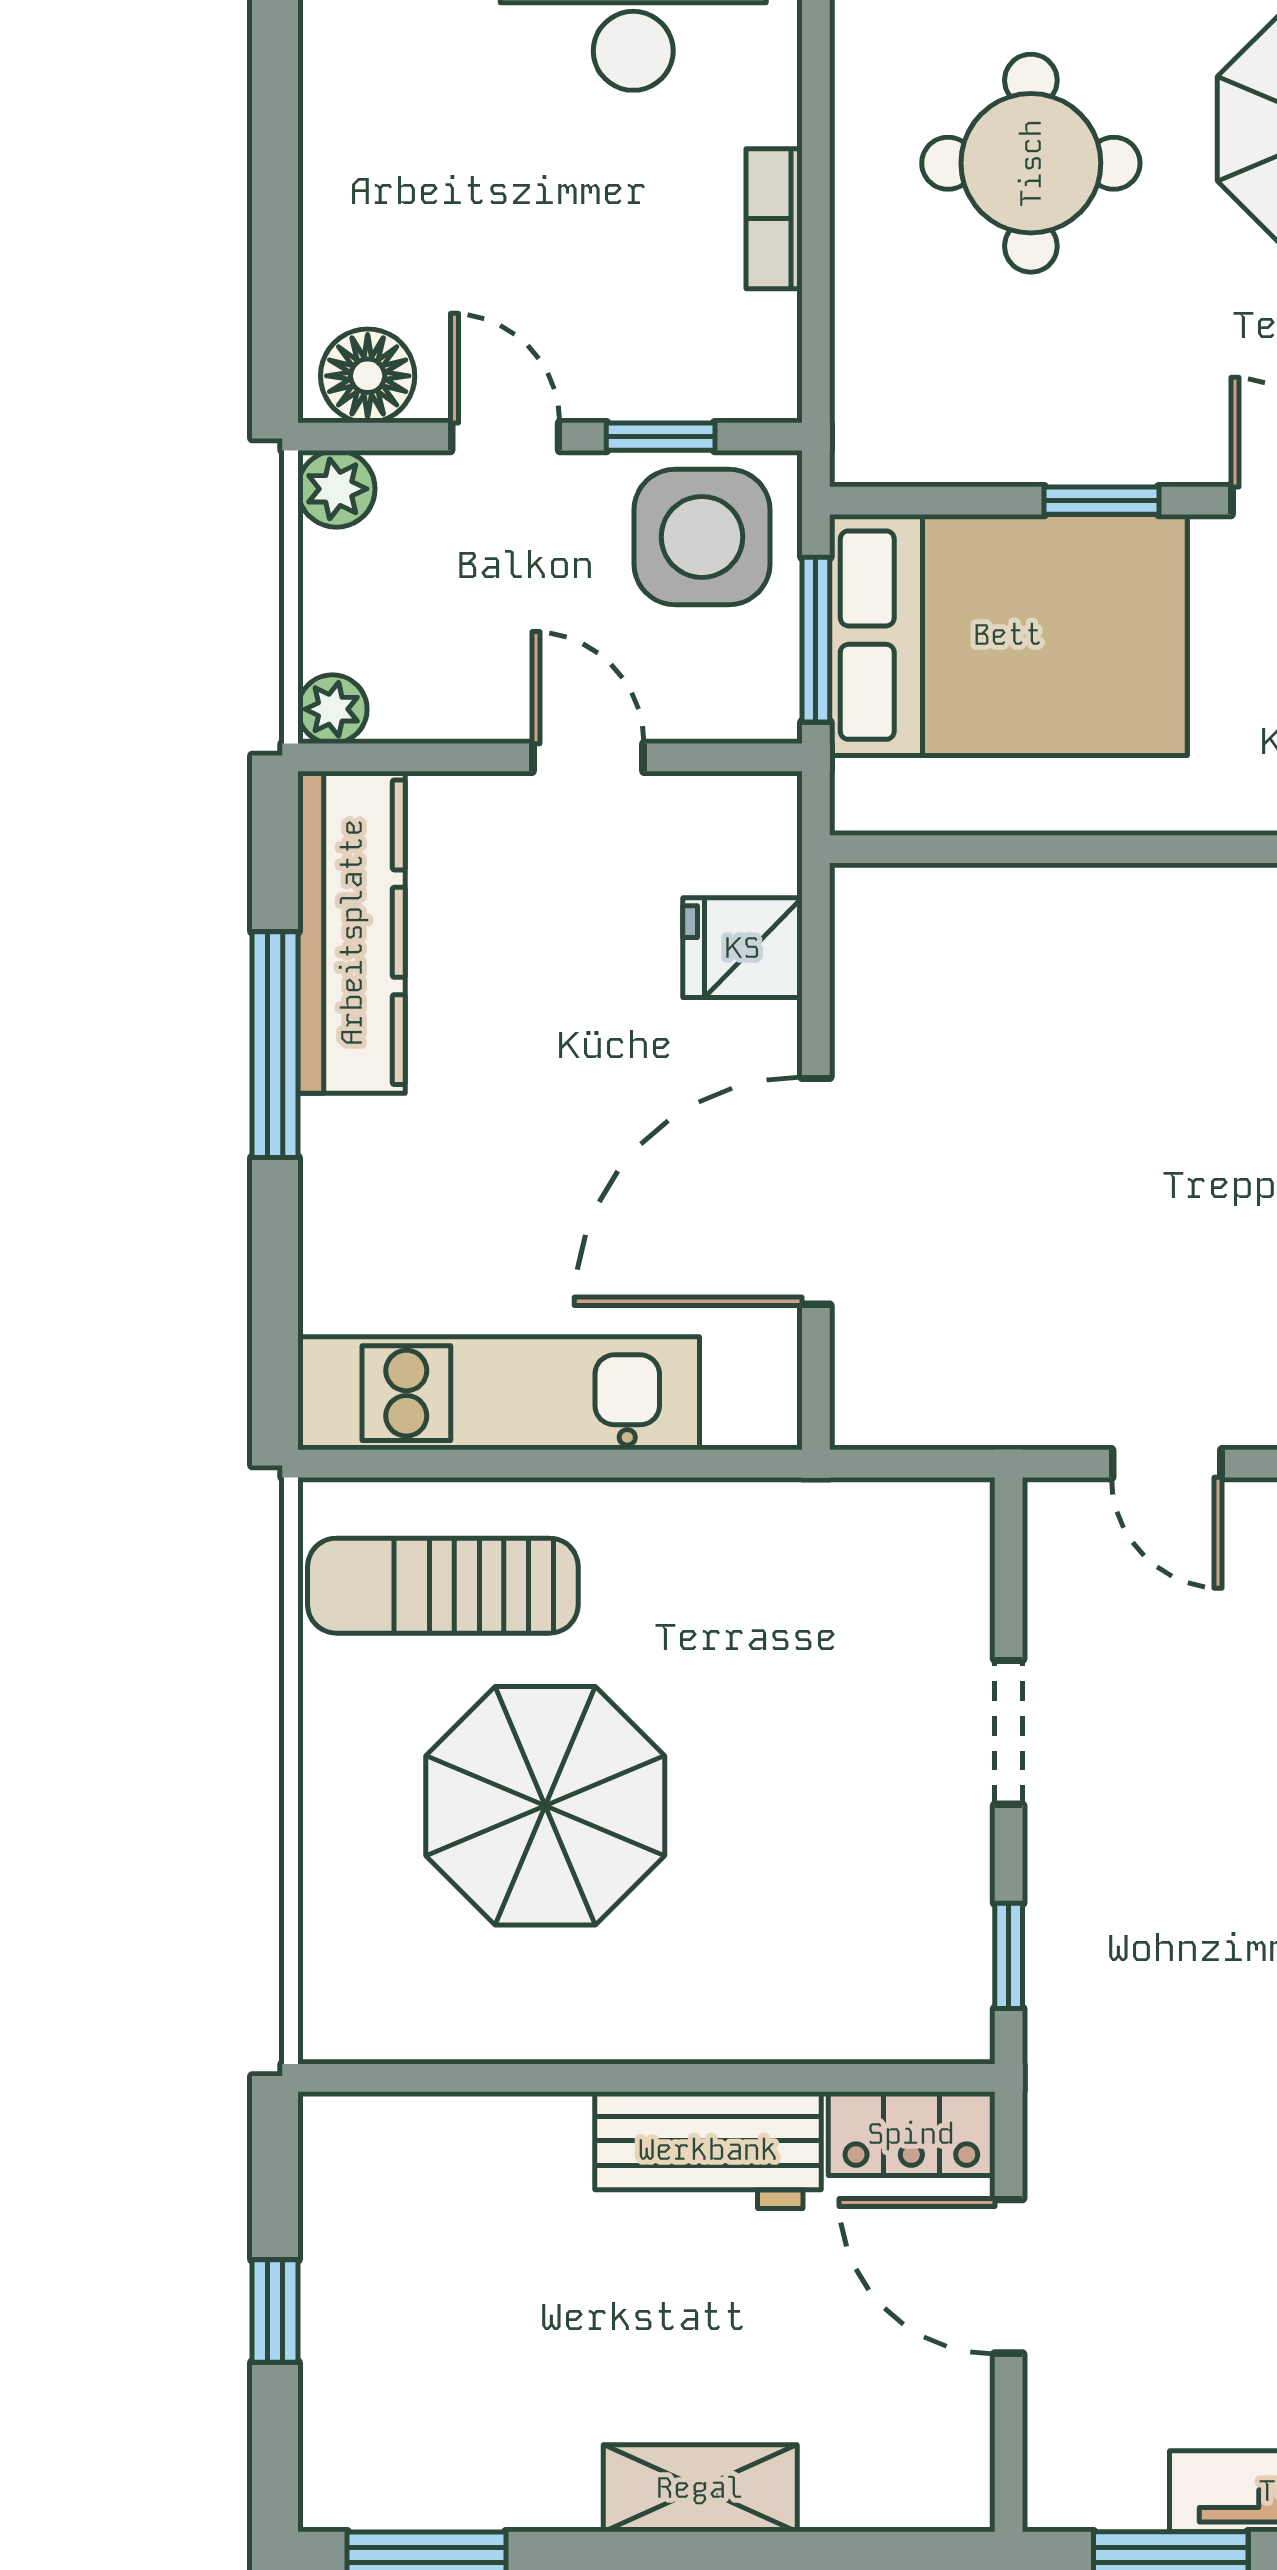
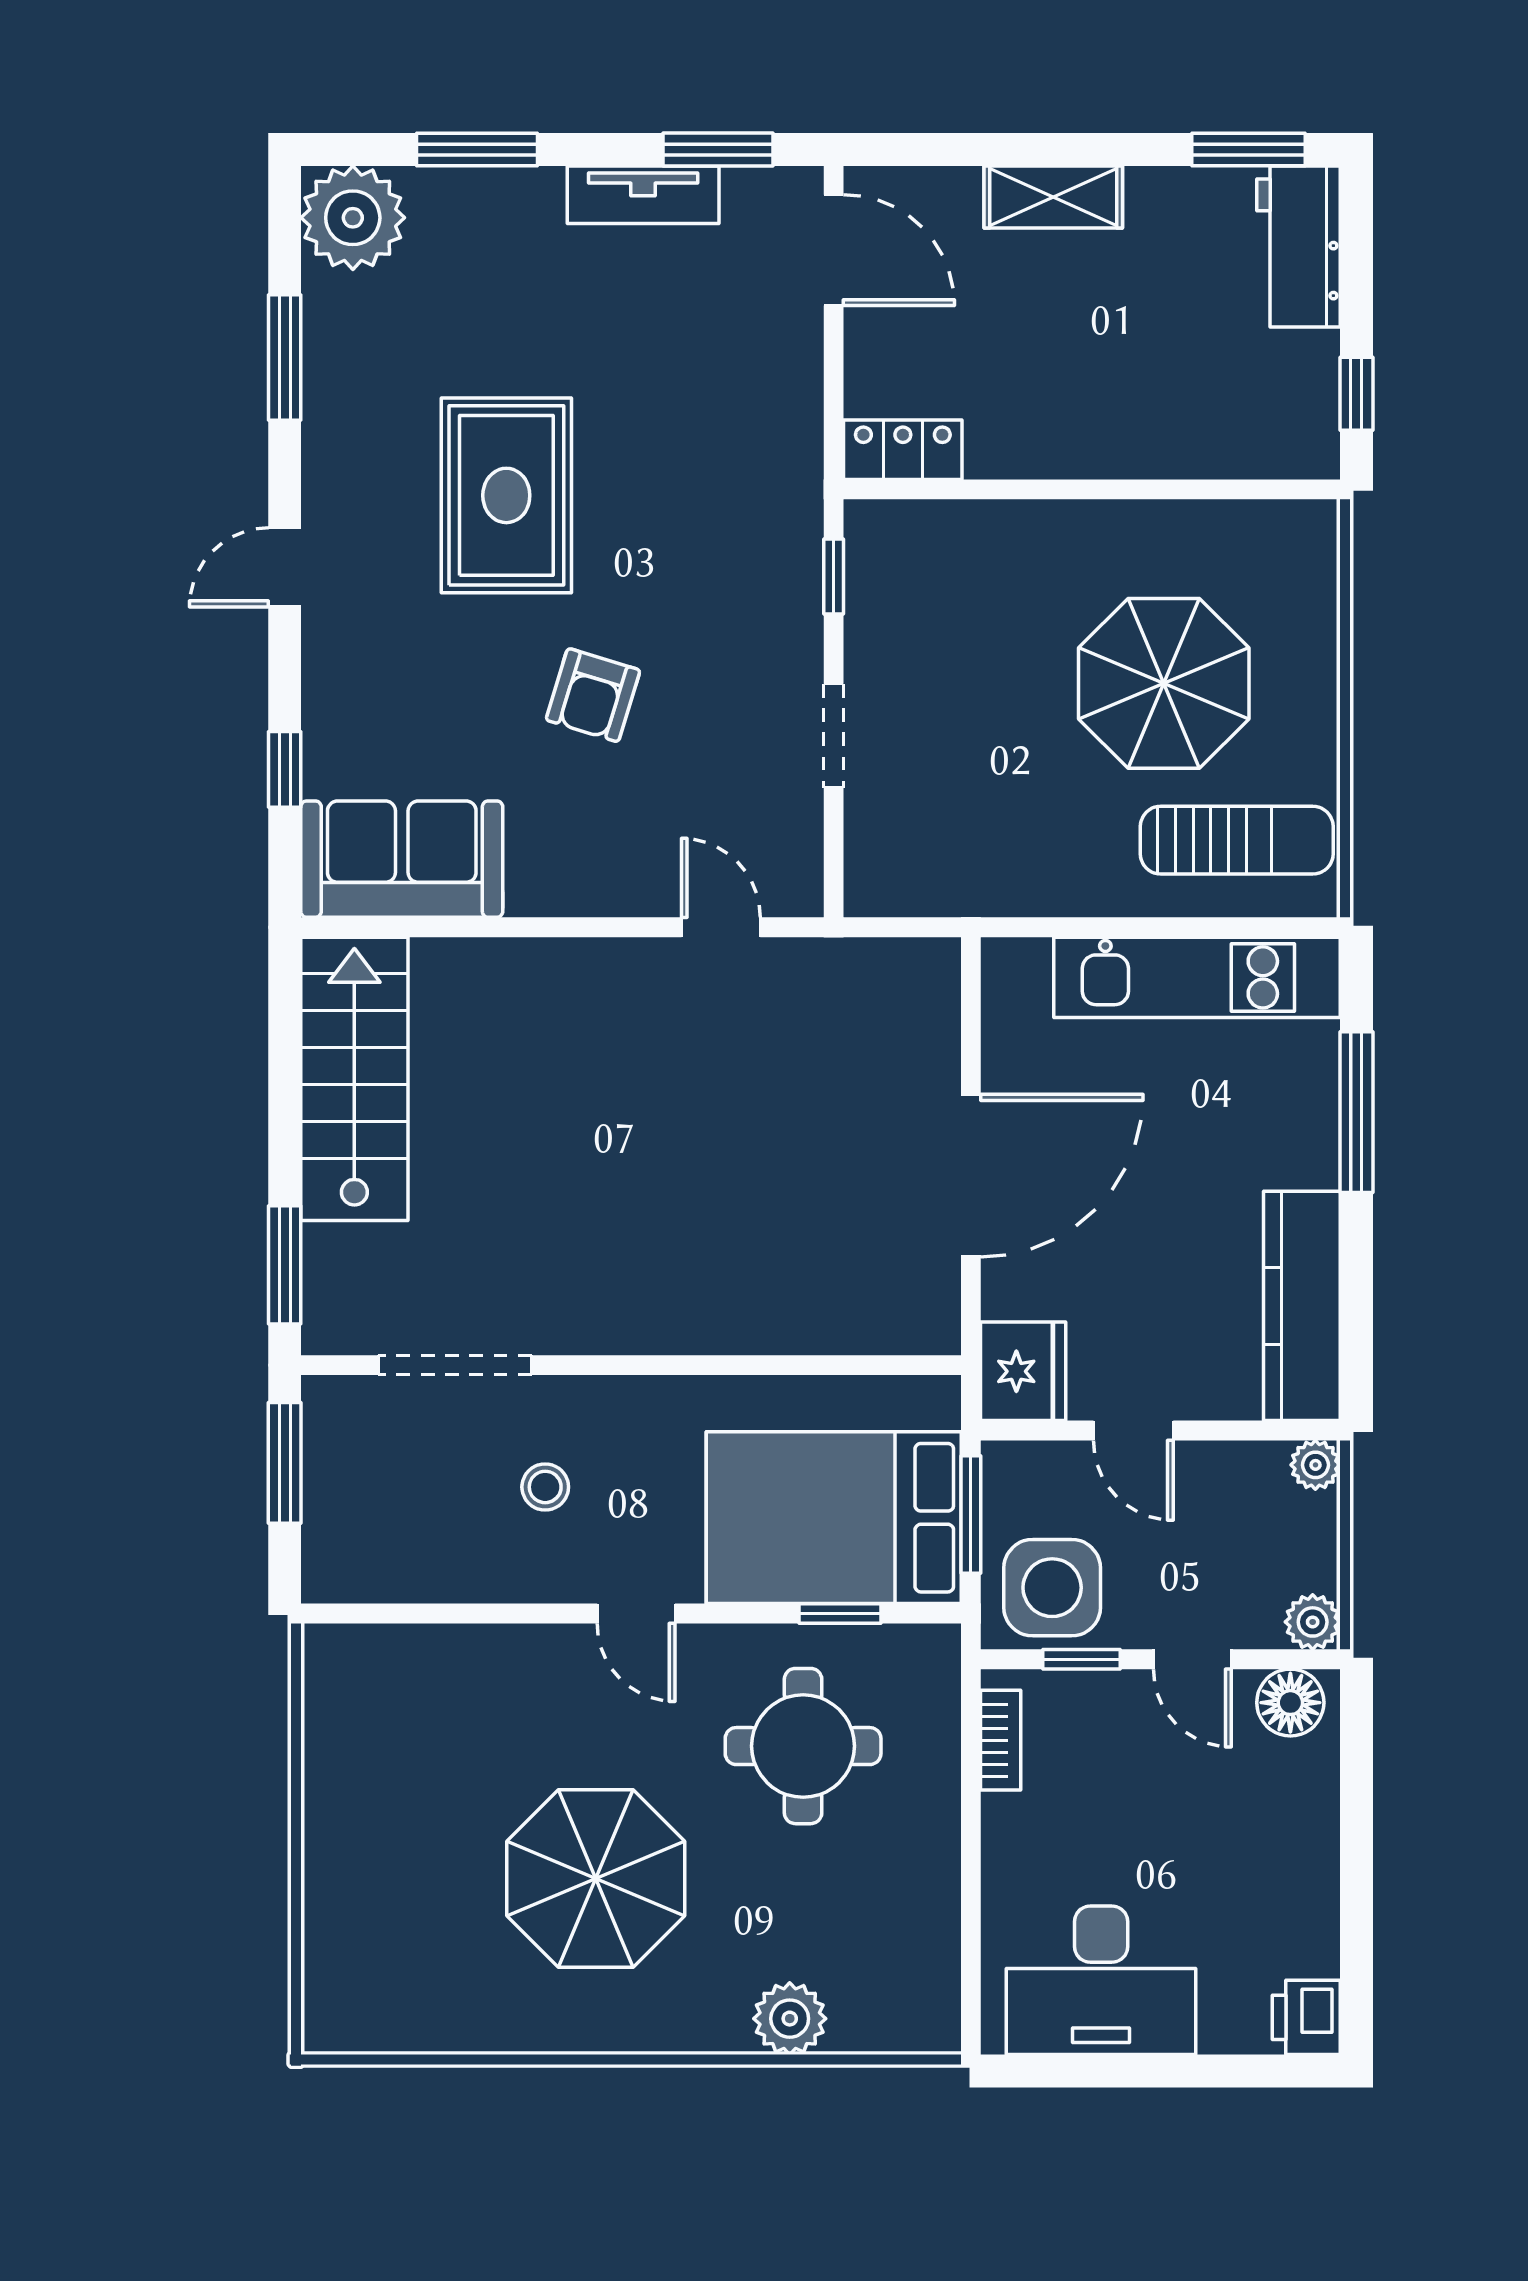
round table: (1031, 163) -> (803, 1746), moved
bookcase: (774, 219) -> (1001, 1740), moved
window: (1101, 501) -> (840, 1613), moved
fridge: (743, 948) -> (1023, 1371), moved, width x1.38
window: (275, 1045) -> (1356, 1112), moved
door: (816, 1191) -> (971, 1176), moved
workbench: (708, 2150) -> (1298, 246), moved, turned -90
door: (1009, 2276) -> (834, 250), moved
window: (275, 2311) -> (1356, 394), moved

